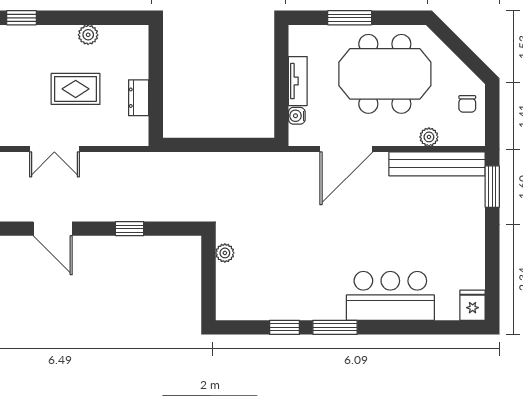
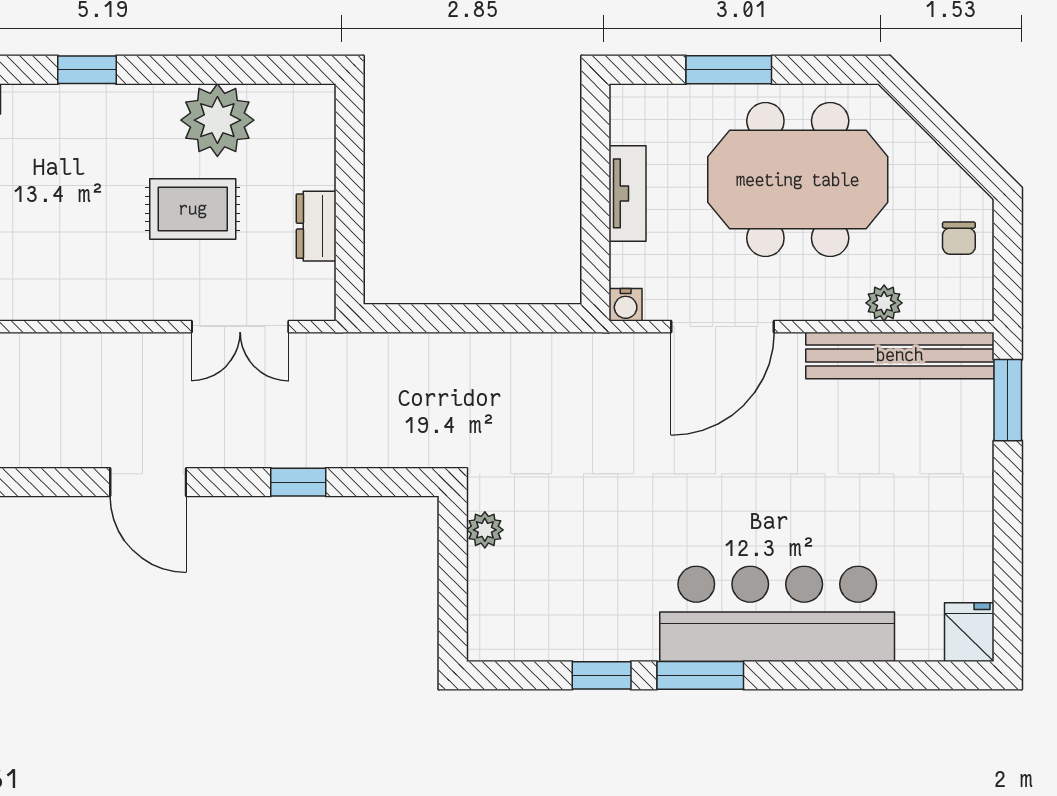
plant: (88, 35) -> (217, 120), width x1.88, depth x1.88
water cooler: (297, 116) -> (626, 305), moved, turned -90
double door: (54, 149) -> (240, 327), moved
bar counter: (390, 296) -> (777, 614), width x1.36

